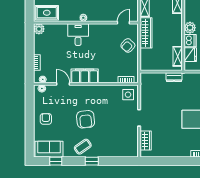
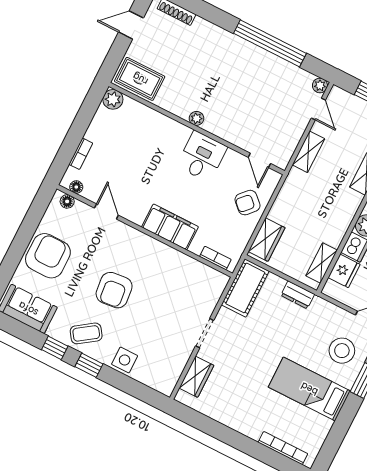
door: (123, 23) -> (259, 160), swing flipped
wardrobe: (146, 33) -> (267, 240), moved, width x0.67
desk: (78, 35) -> (202, 156), moved
filing cabinet: (85, 76) -> (170, 227), moved
cot: (147, 87) -> (245, 288), added
side table: (128, 95) -> (125, 360), moved
armchair: (46, 119) -> (48, 256), width x1.88, depth x1.88
window: (56, 161) -> (55, 348), moved

